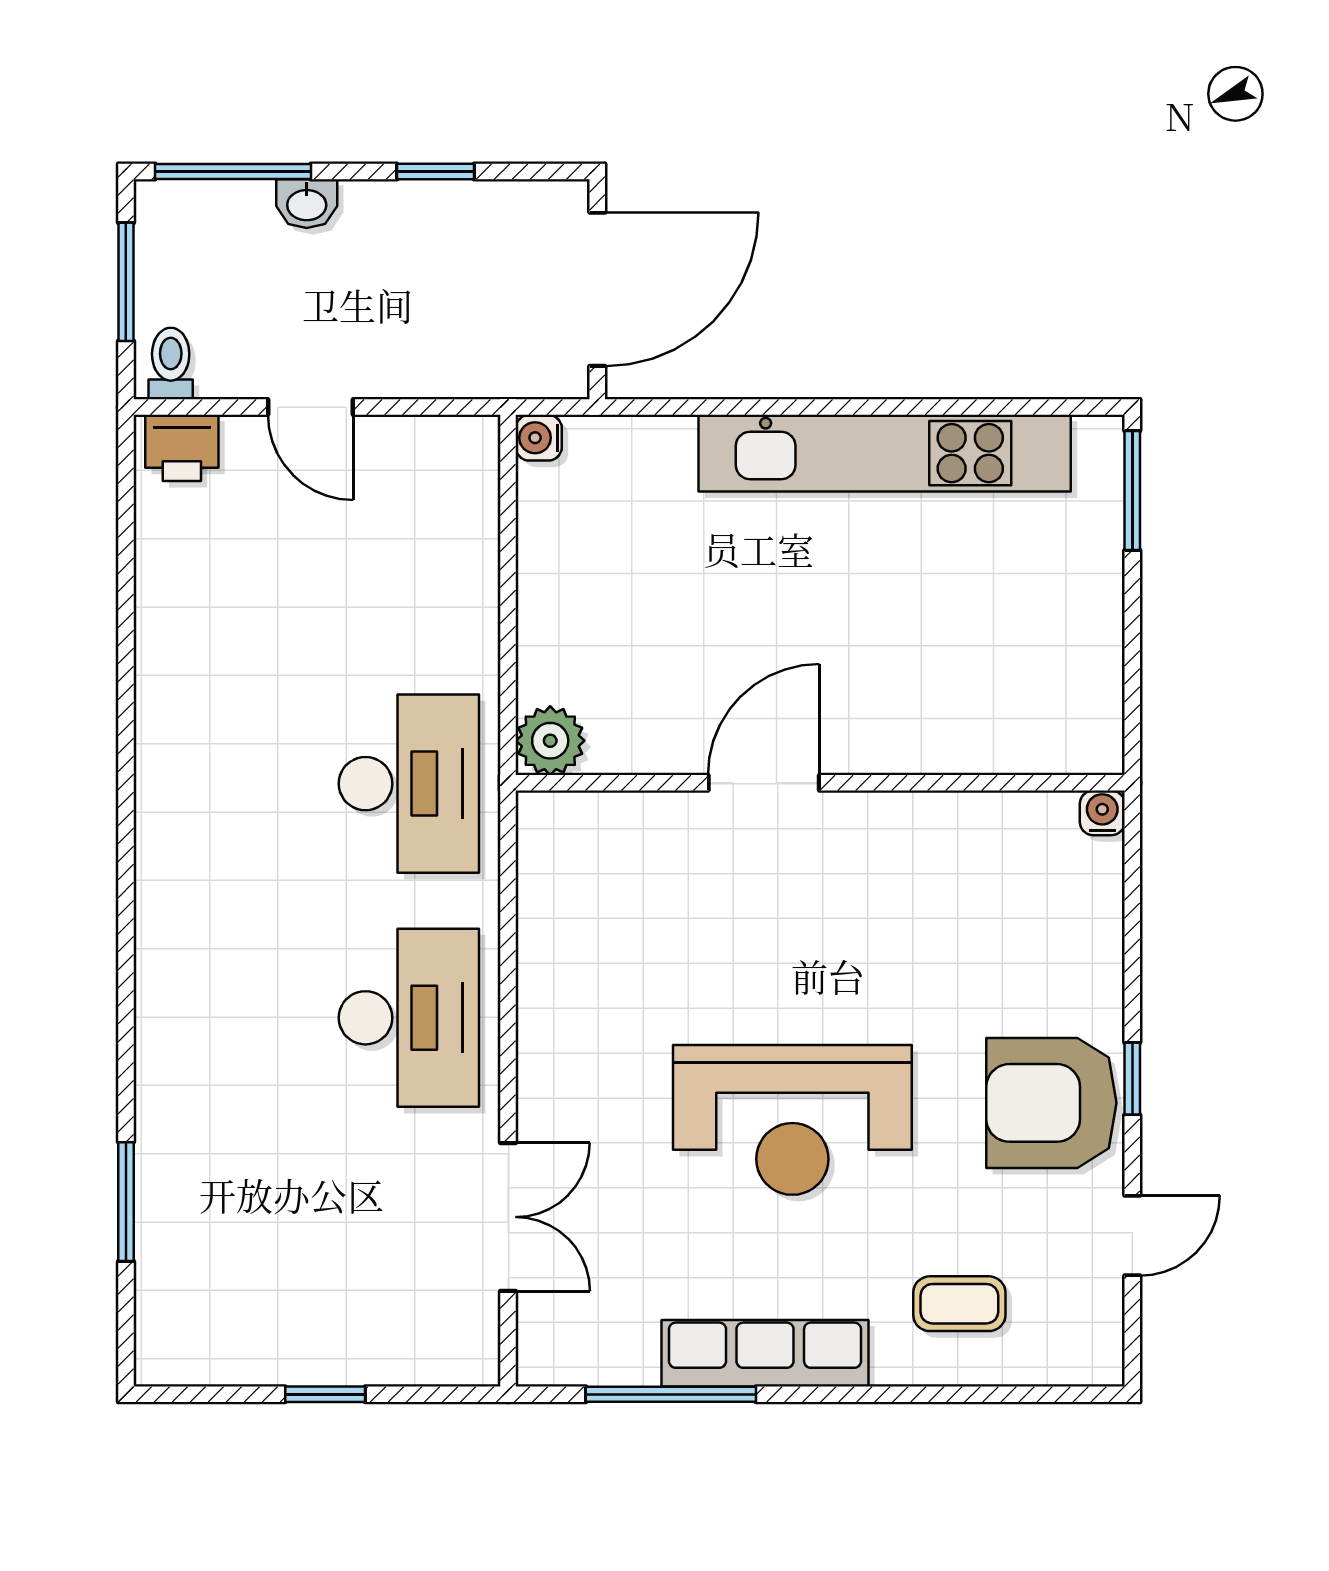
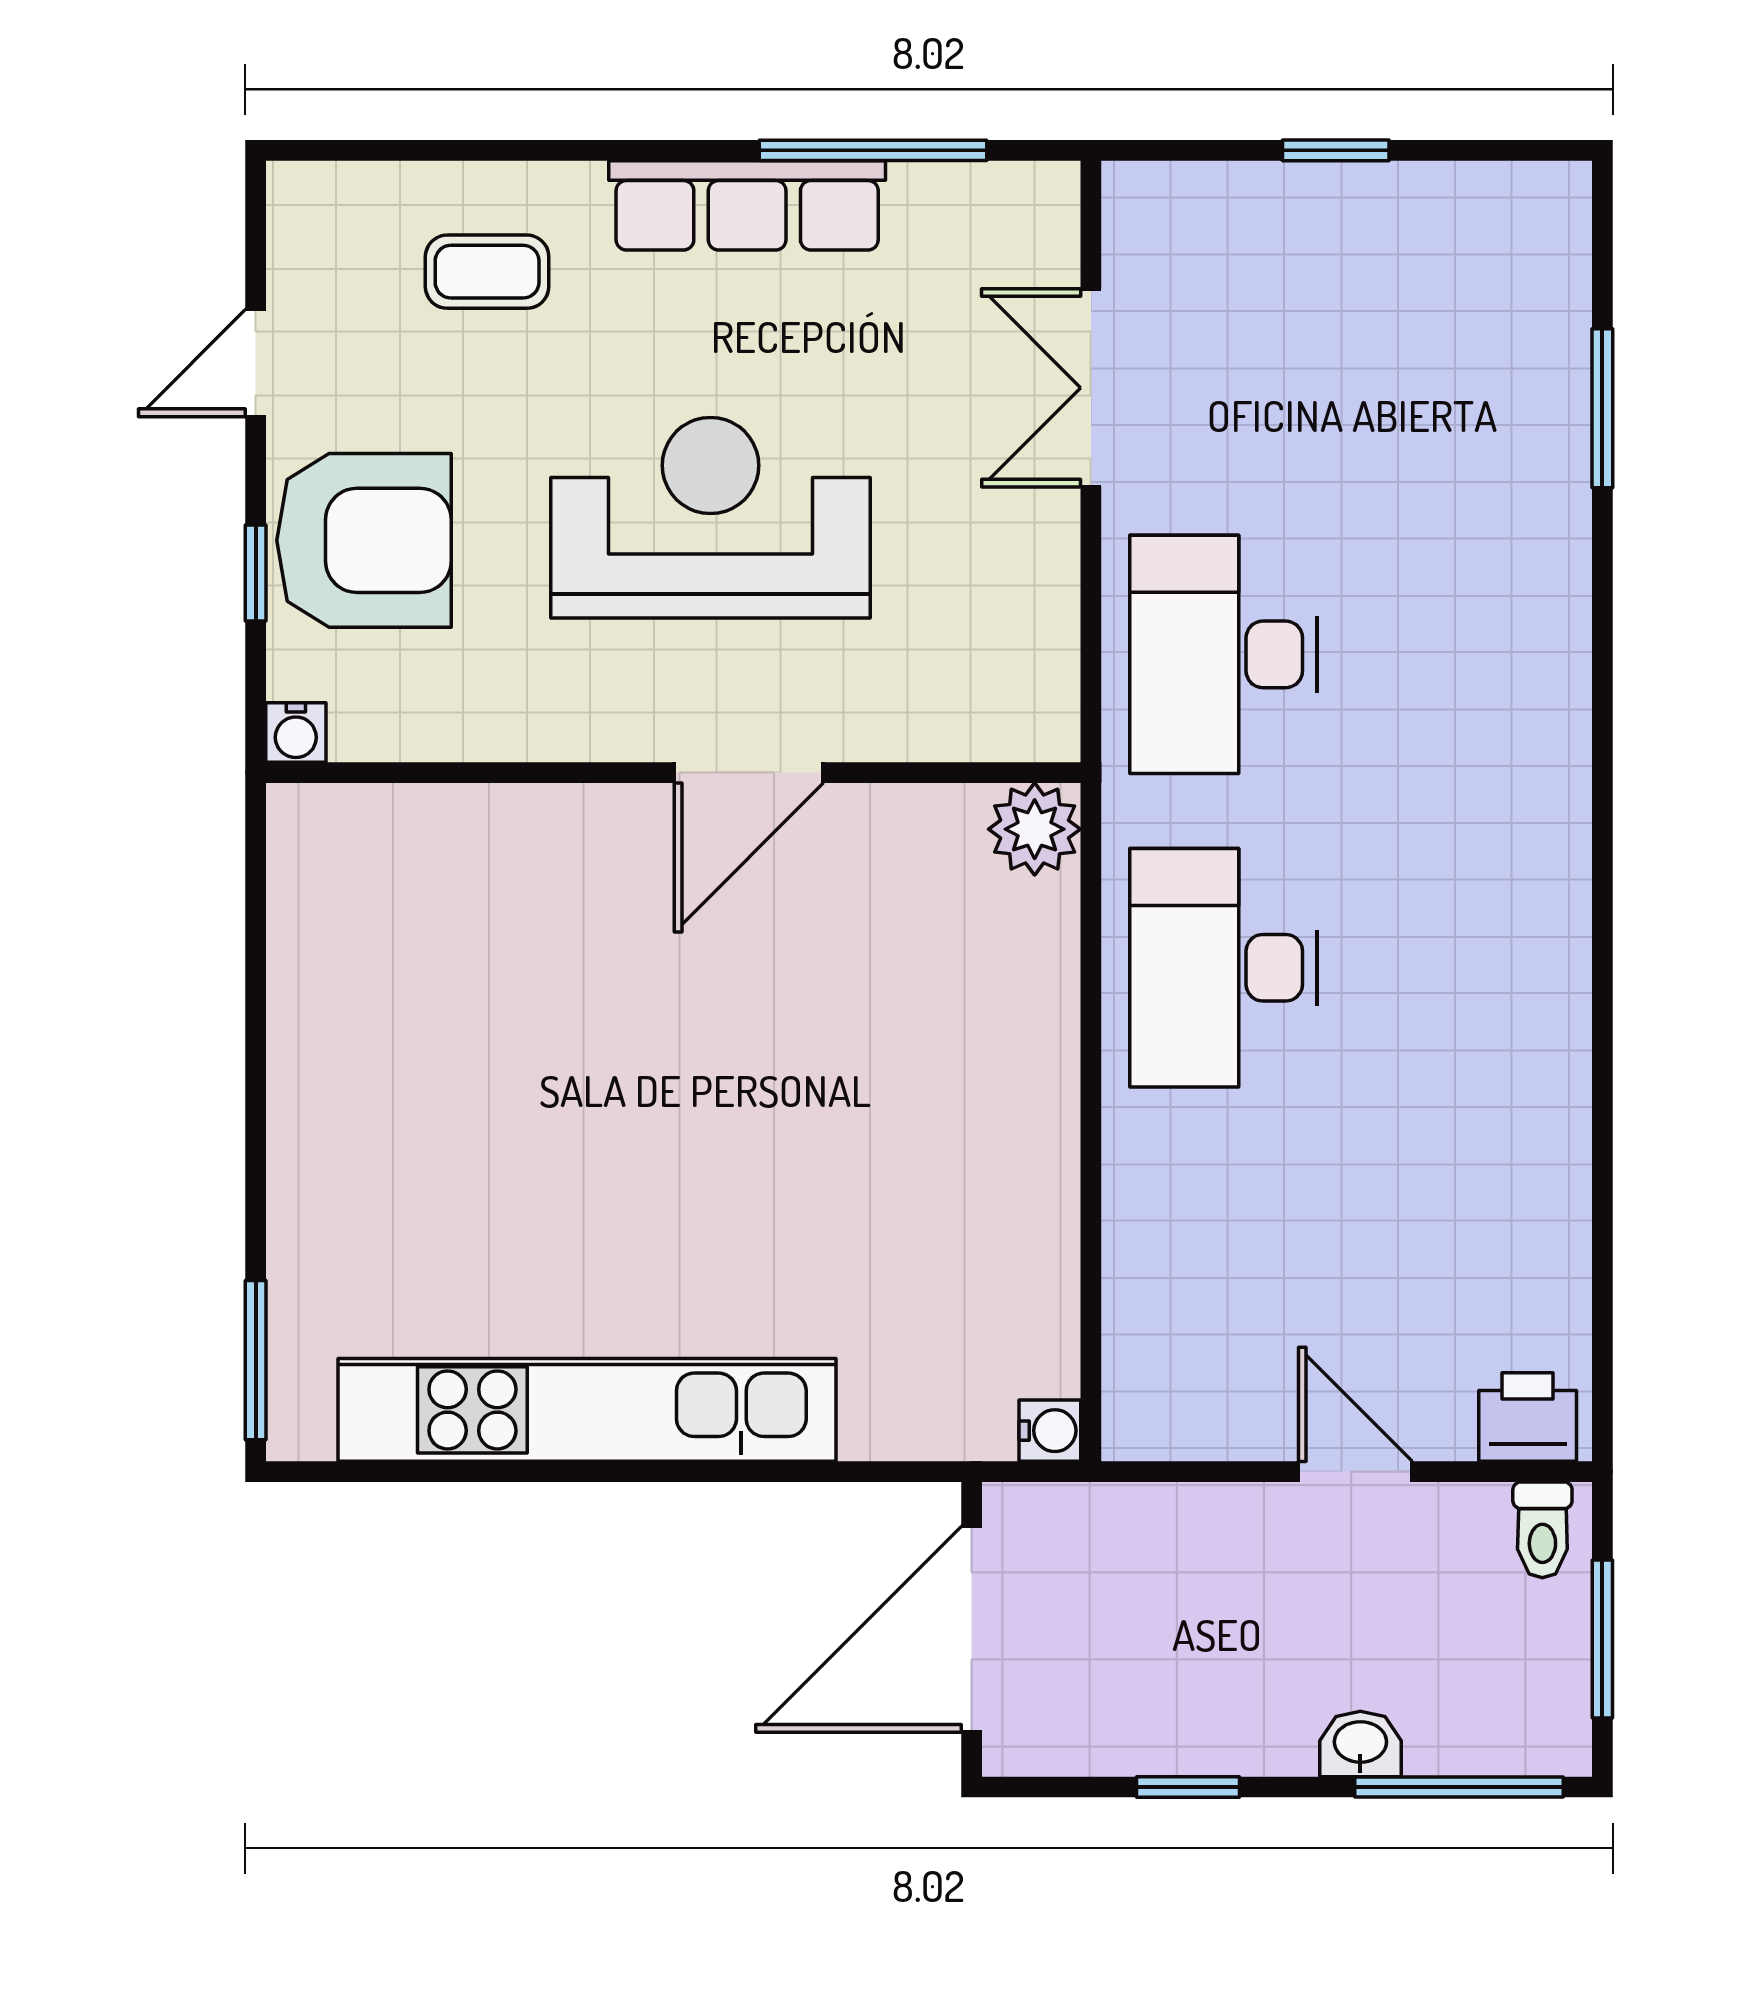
plant: (550, 741) -> (1035, 829), moved
door: (764, 783) -> (749, 773), moved
wall: (820, 783) -> (673, 773), moved
water cooler: (1102, 813) -> (296, 733), moved

